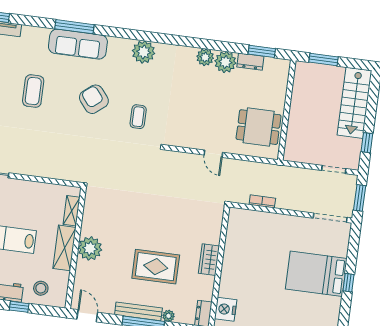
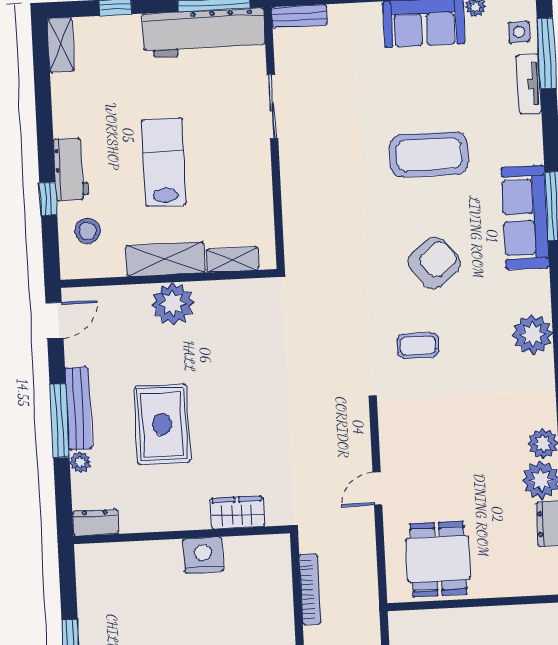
coffee table: (33, 91) -> (429, 154), width x1.36, depth x1.32
bookcase: (262, 201) -> (310, 589), width x1.56
wardrobe: (209, 260) -> (237, 513), moved
nightstand: (226, 309) -> (203, 555), moved

